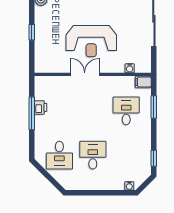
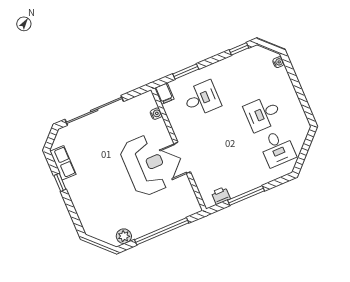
window: (32, 32) -> (162, 231), width x3.17
printer: (41, 107) -> (221, 196), moved
desk: (126, 111) -> (202, 99), turned 180
desk: (59, 155) -> (277, 148), turned 90

